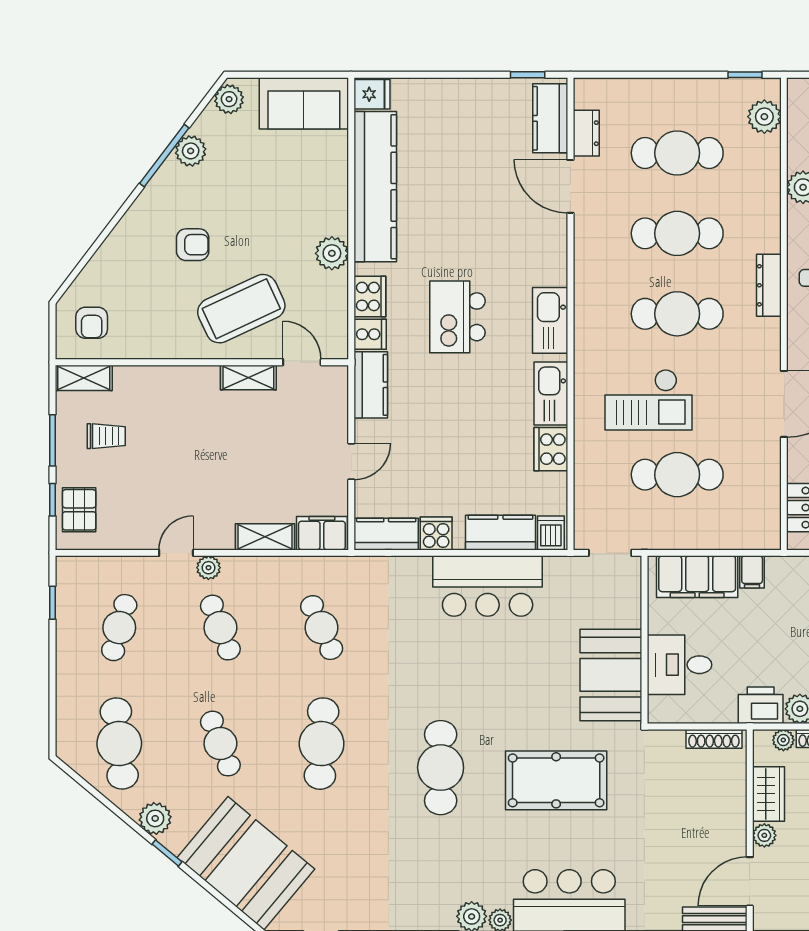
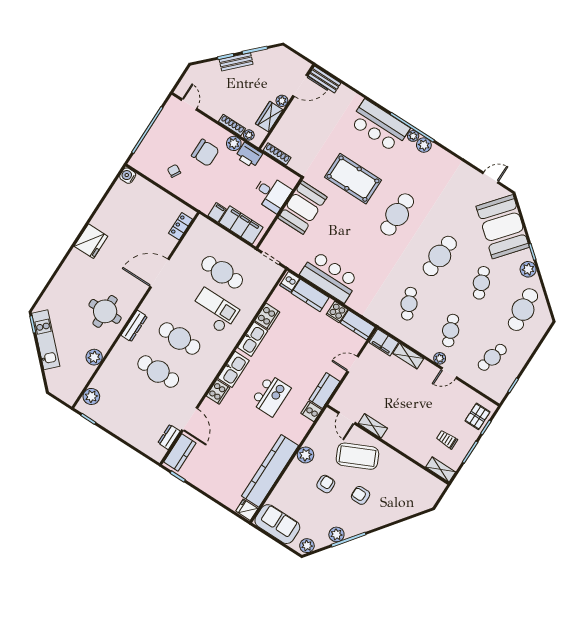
cafe table: (677, 153) -> (137, 405), removed
cooker: (370, 296) -> (218, 392), moved, turned 180
armchair: (92, 323) -> (326, 484), moved

